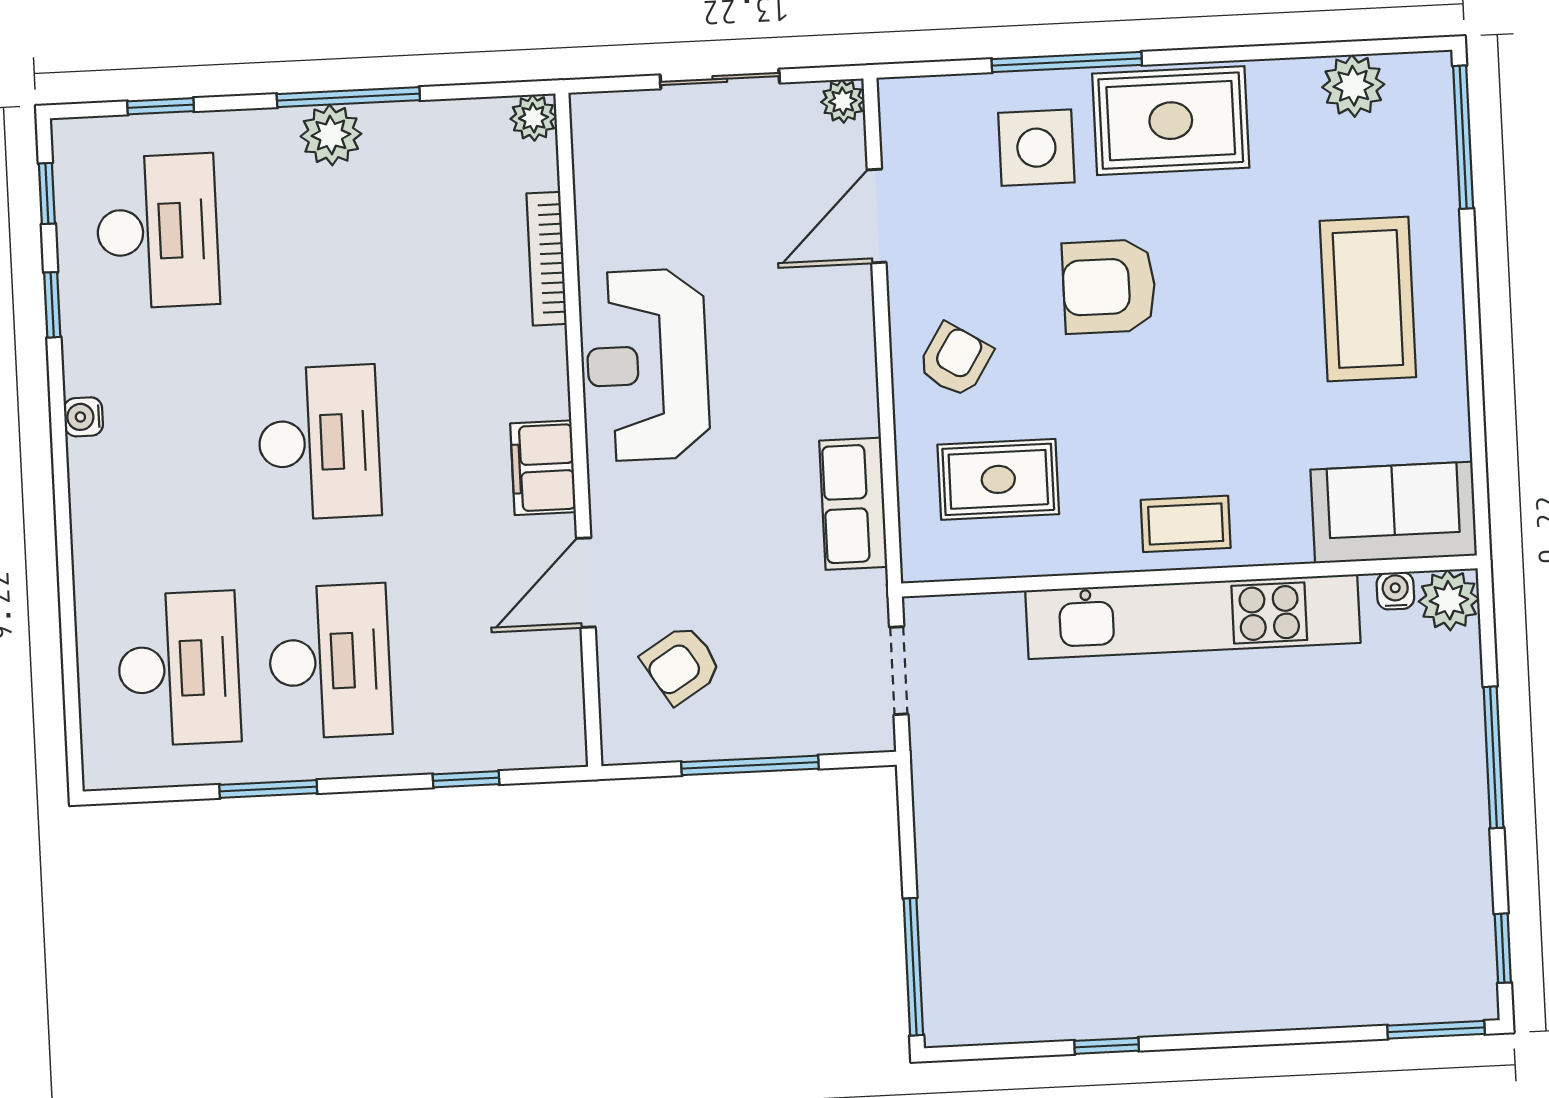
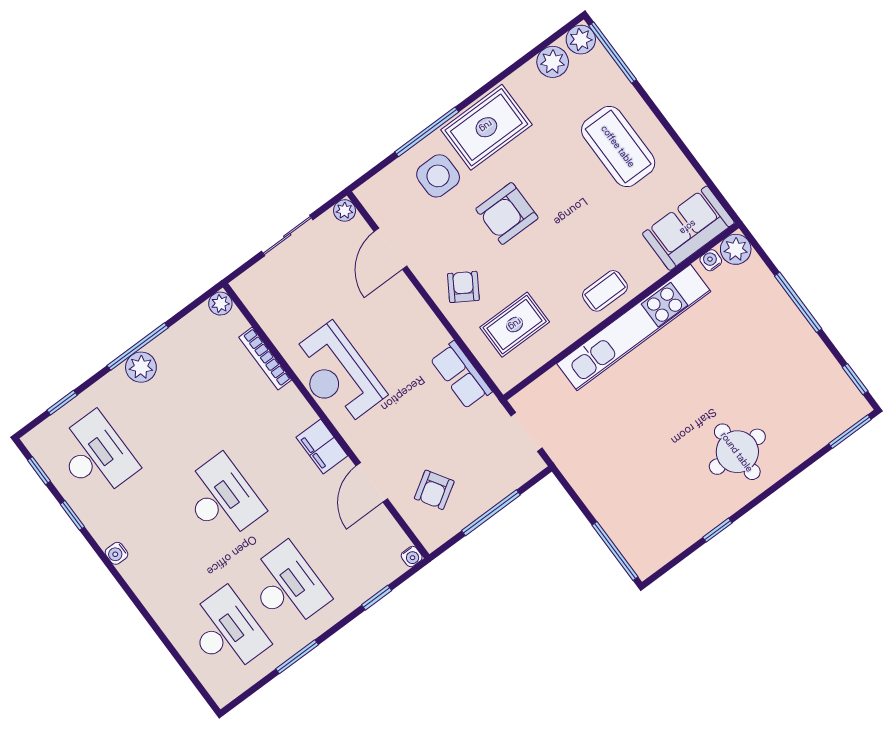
plant: (1425, 80) -> (581, 40), added
water cooler: (570, 750) -> (412, 557), added
round table: (1227, 938) -> (737, 452), added

